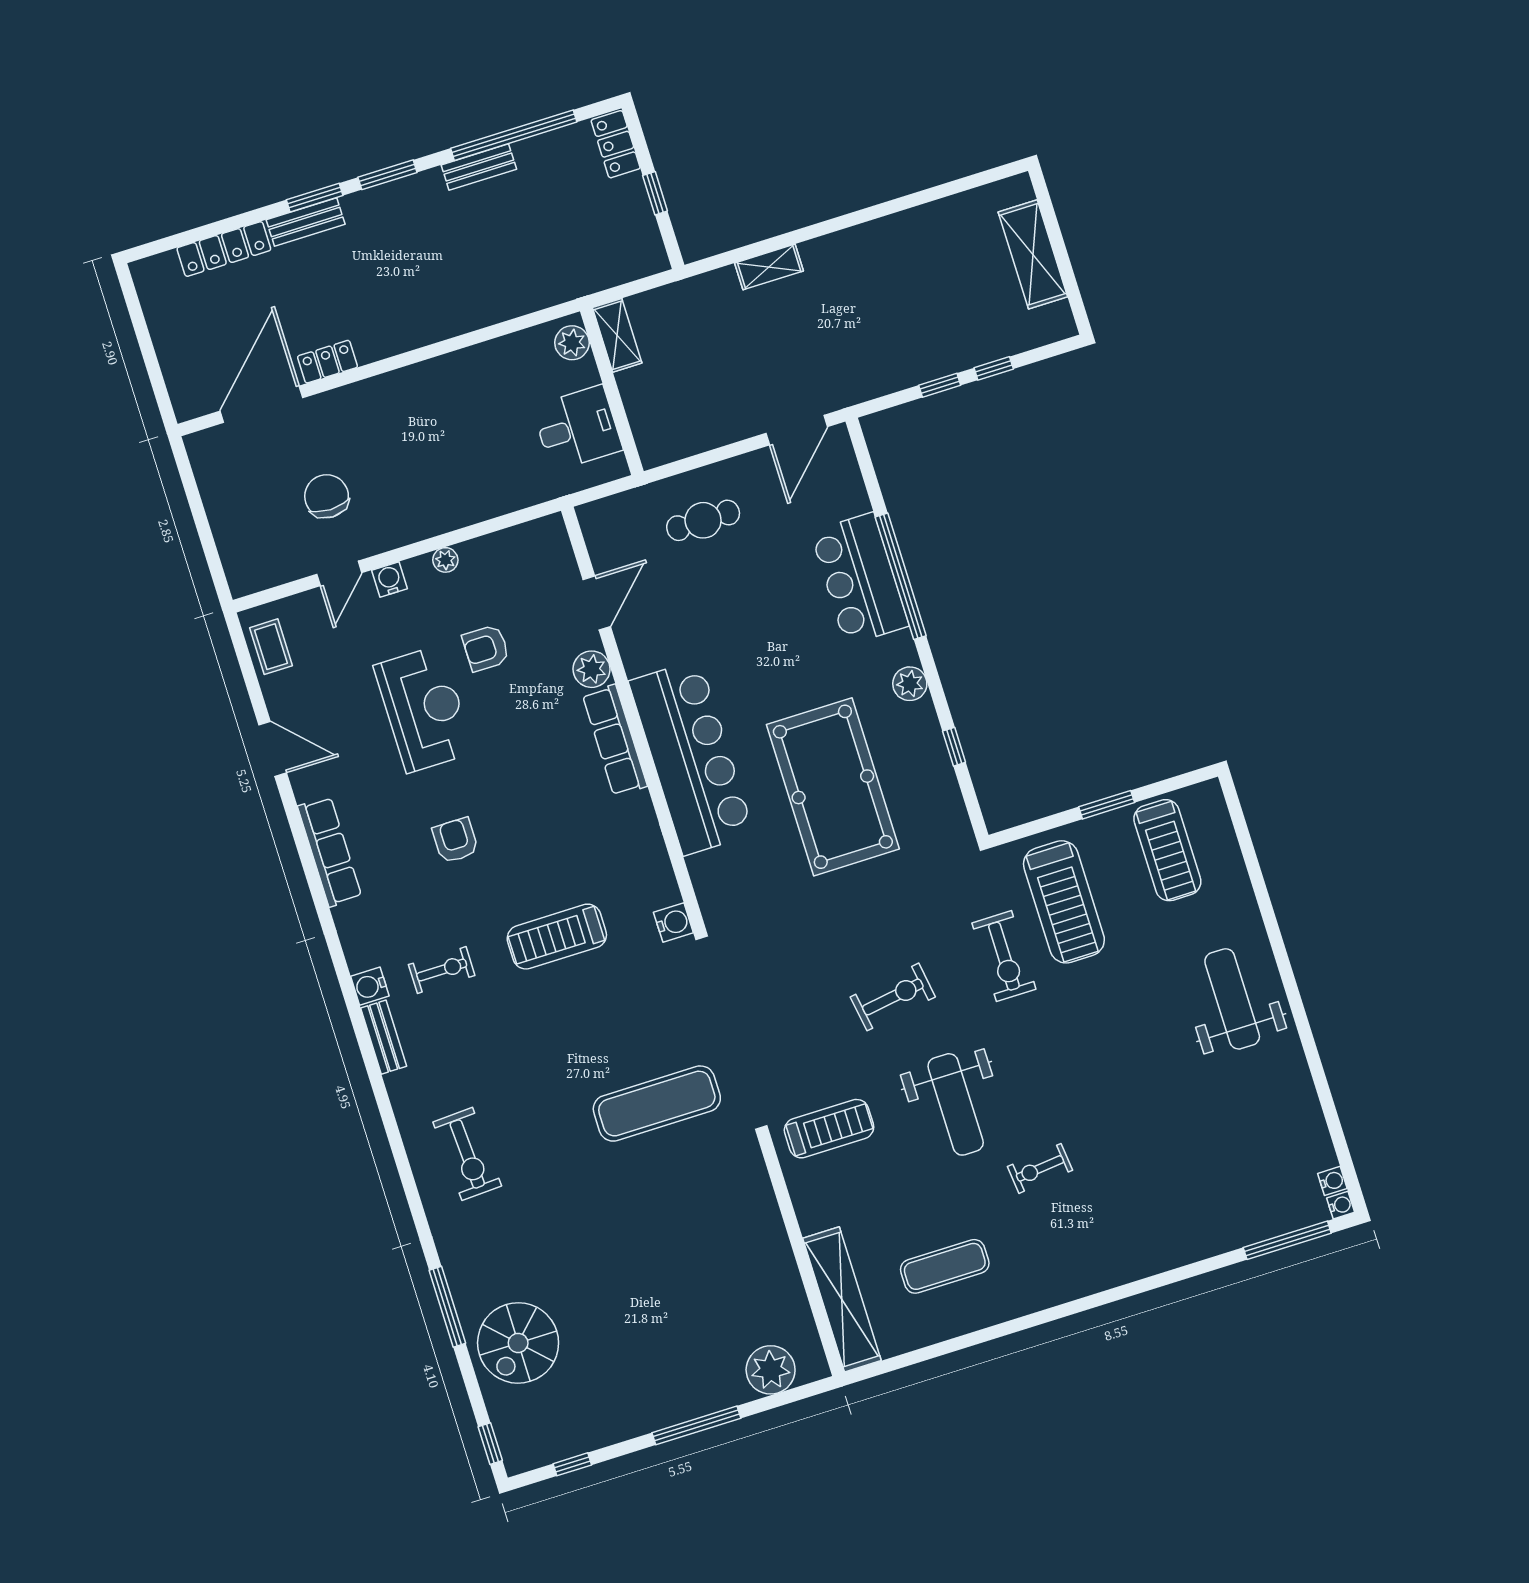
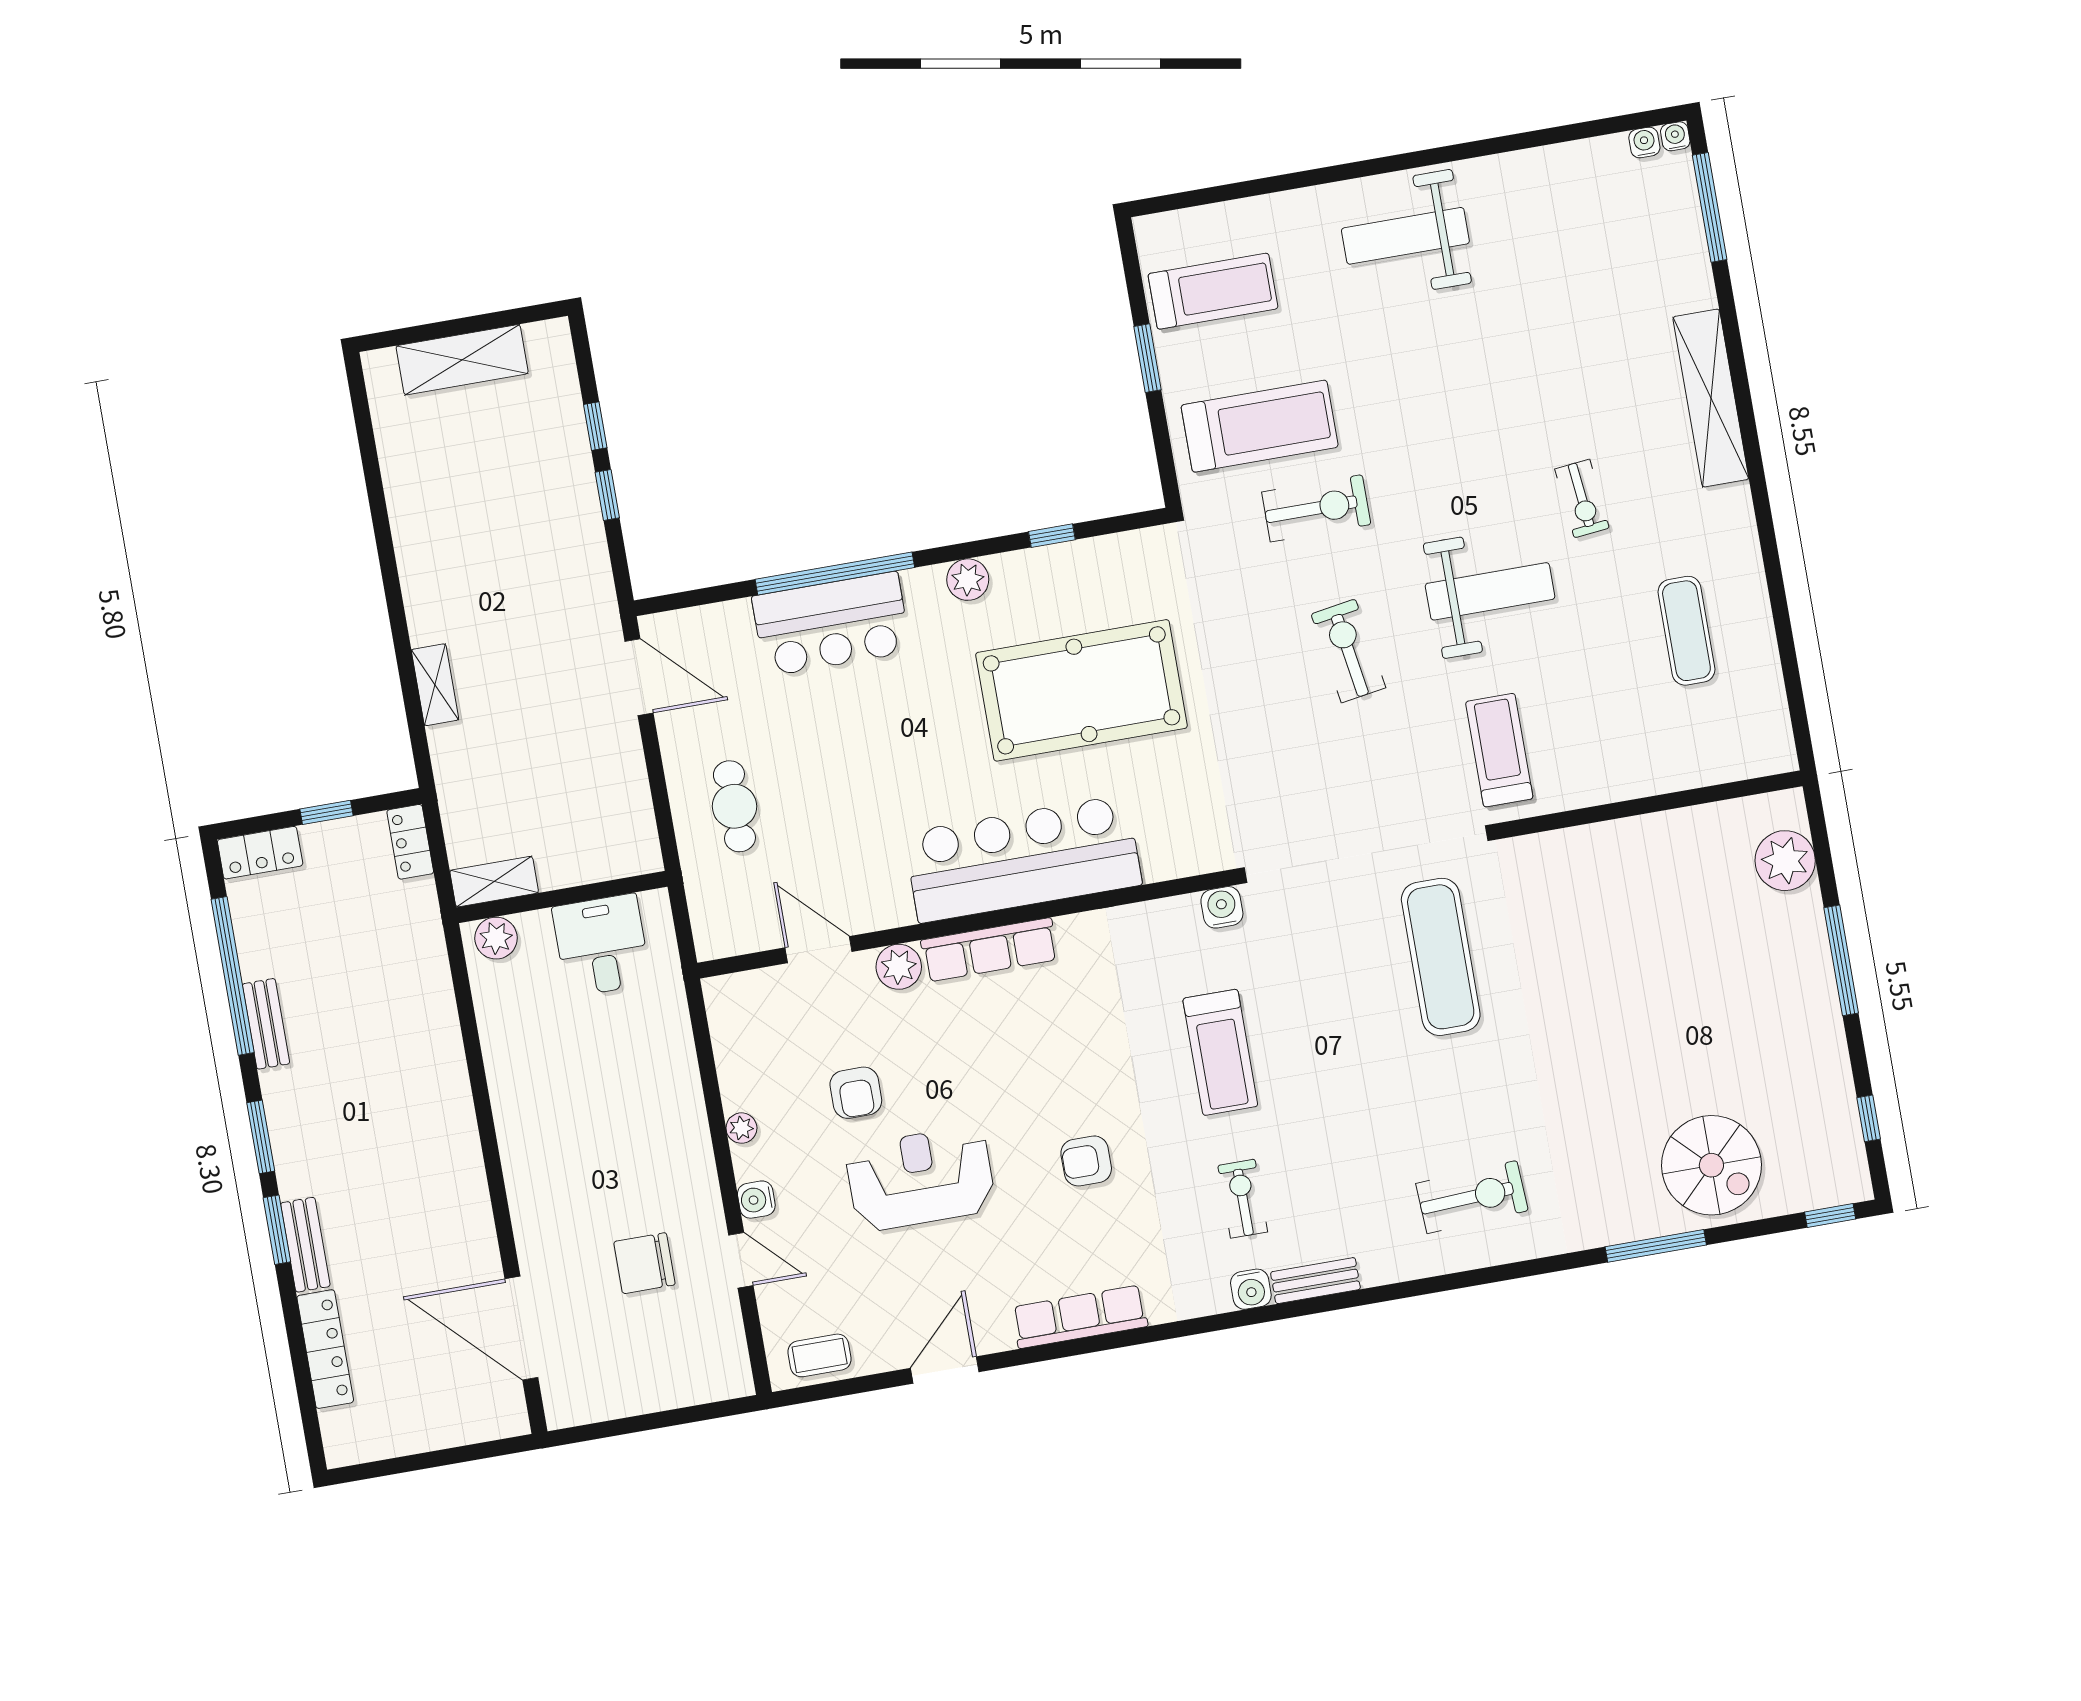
locker: (327, 362) -> (410, 842), moved
shelving: (842, 1299) -> (1711, 398), moved, turned 90

